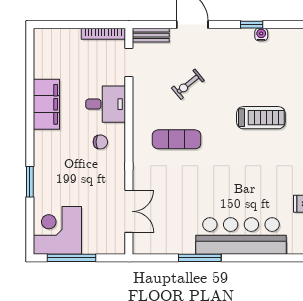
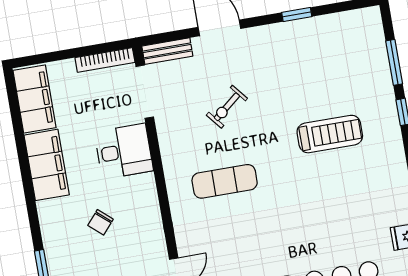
water cooler: (261, 34) -> (311, 25), removed
filing cabinet: (46, 54) -> (34, 99), added
doorway: (129, 62) -> (145, 92), width x1.38
chair: (100, 142) -> (100, 222), moved, turned 131

